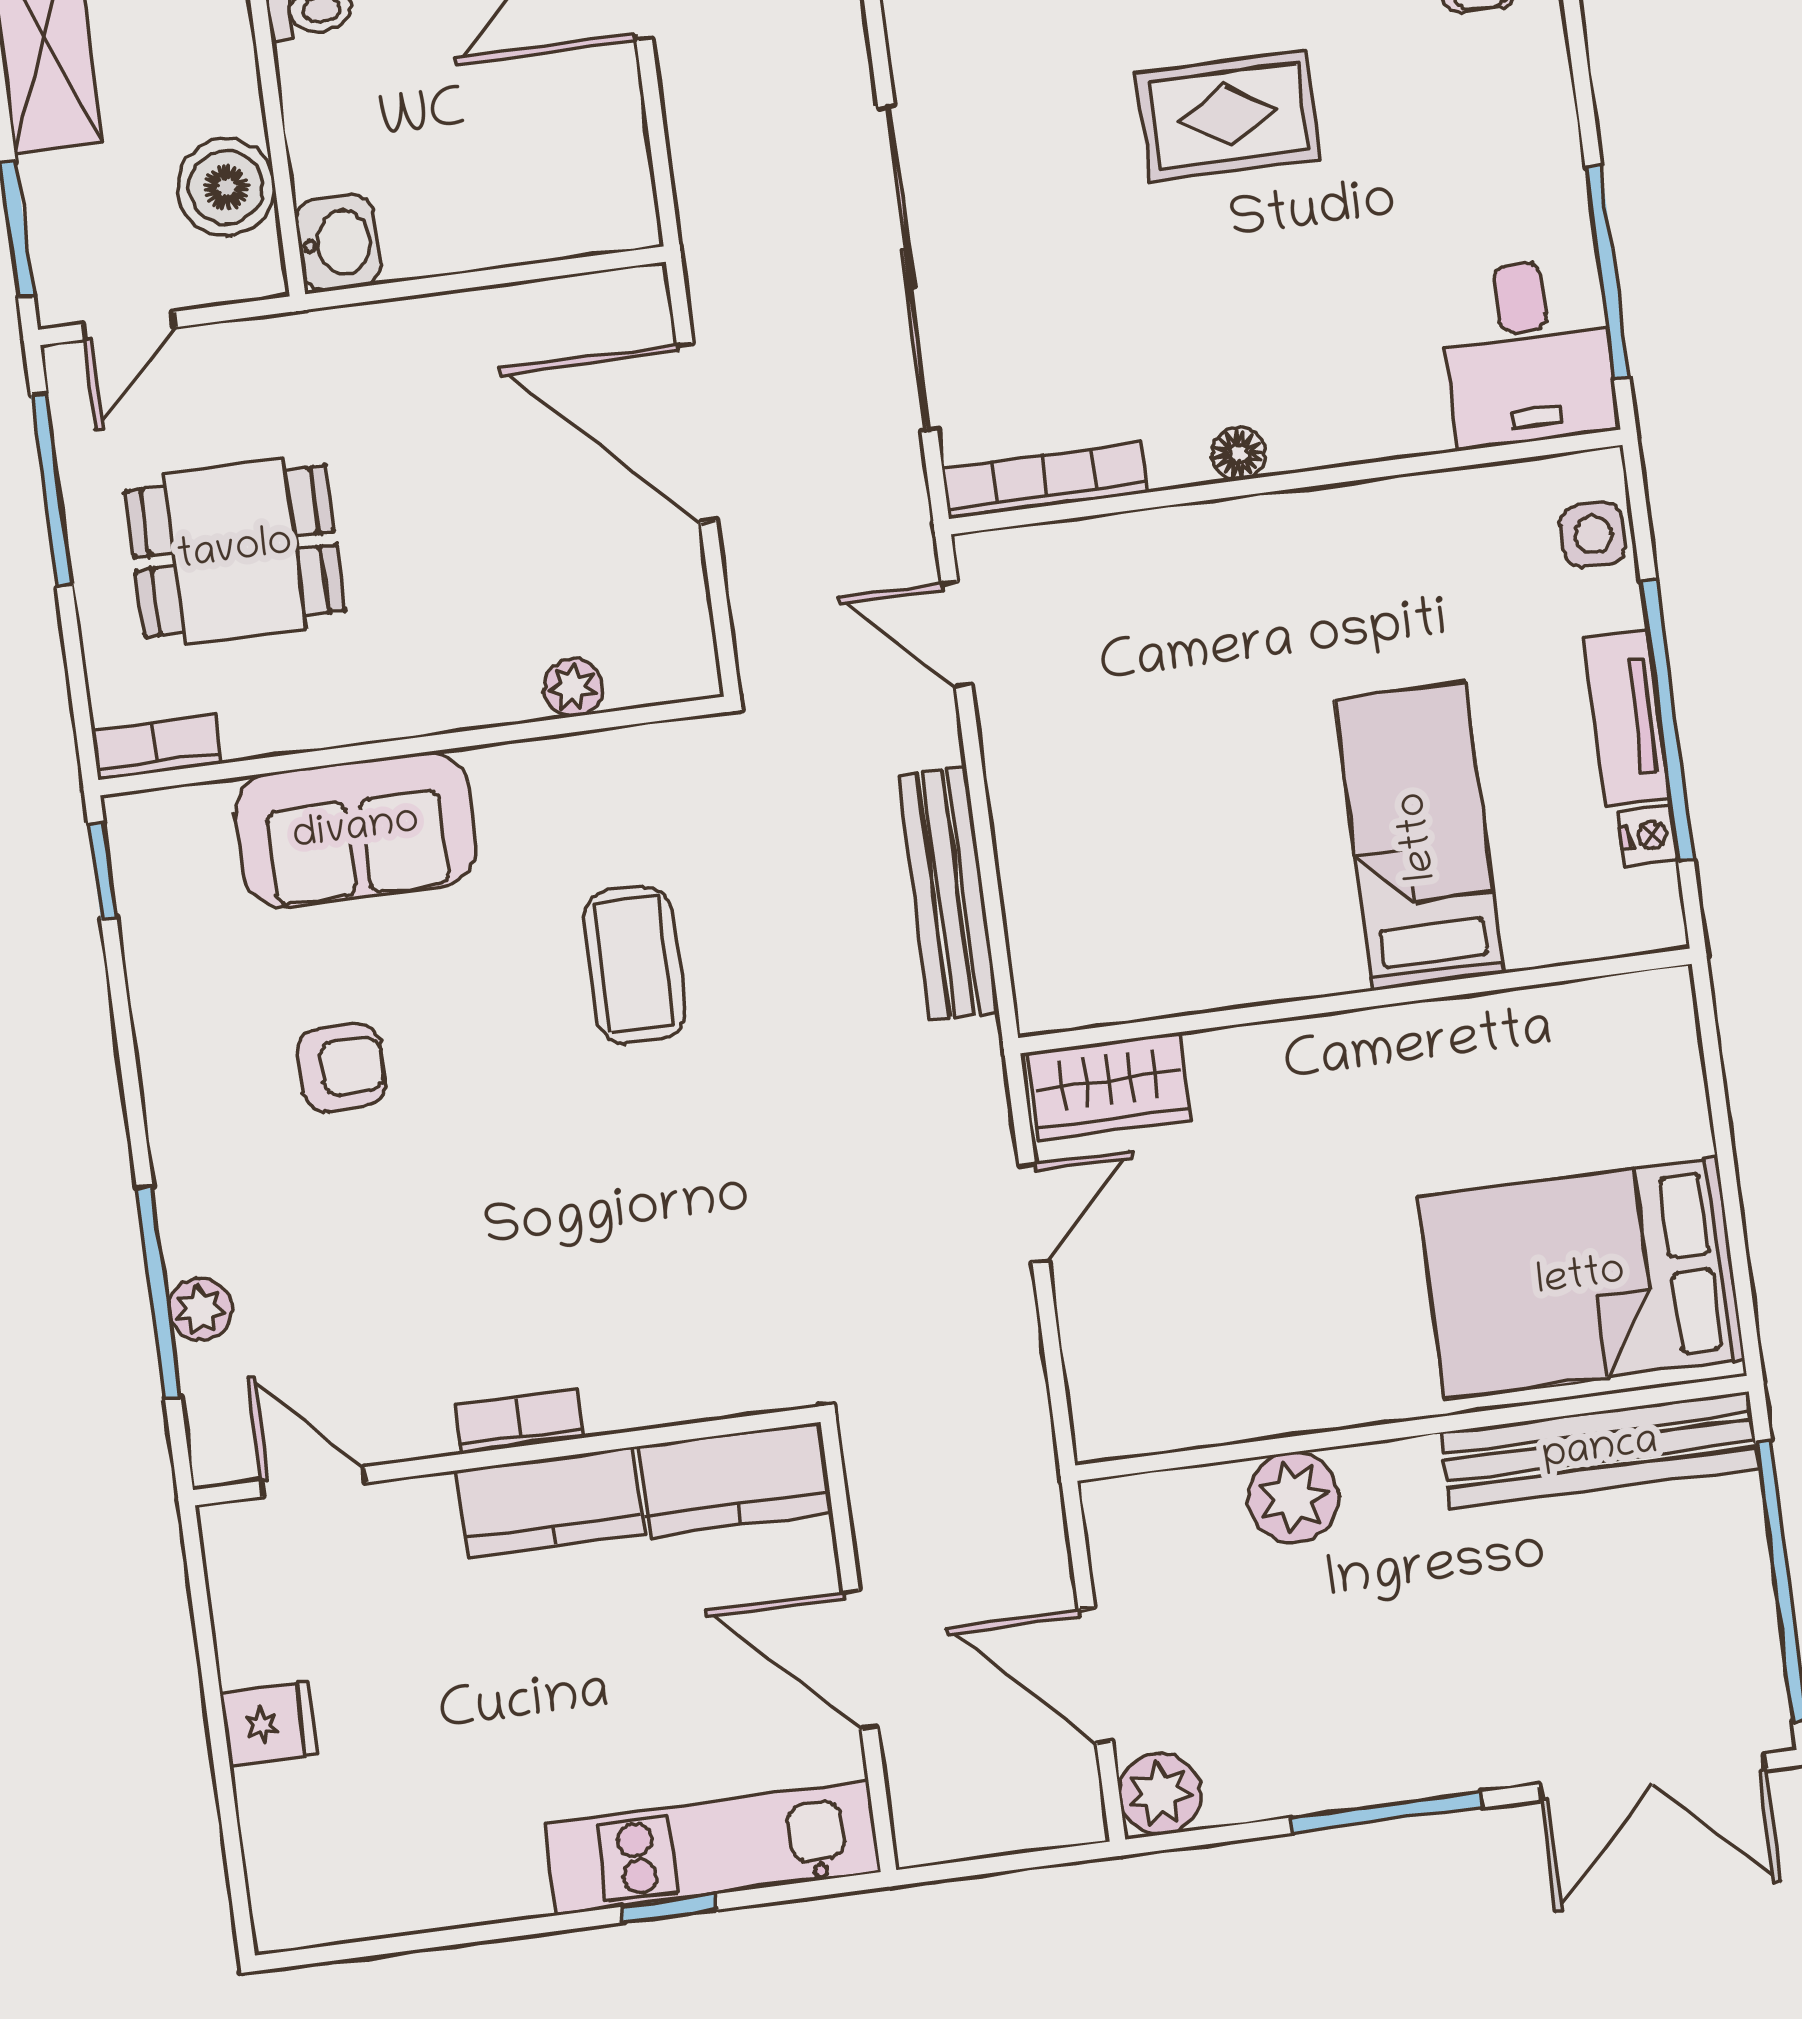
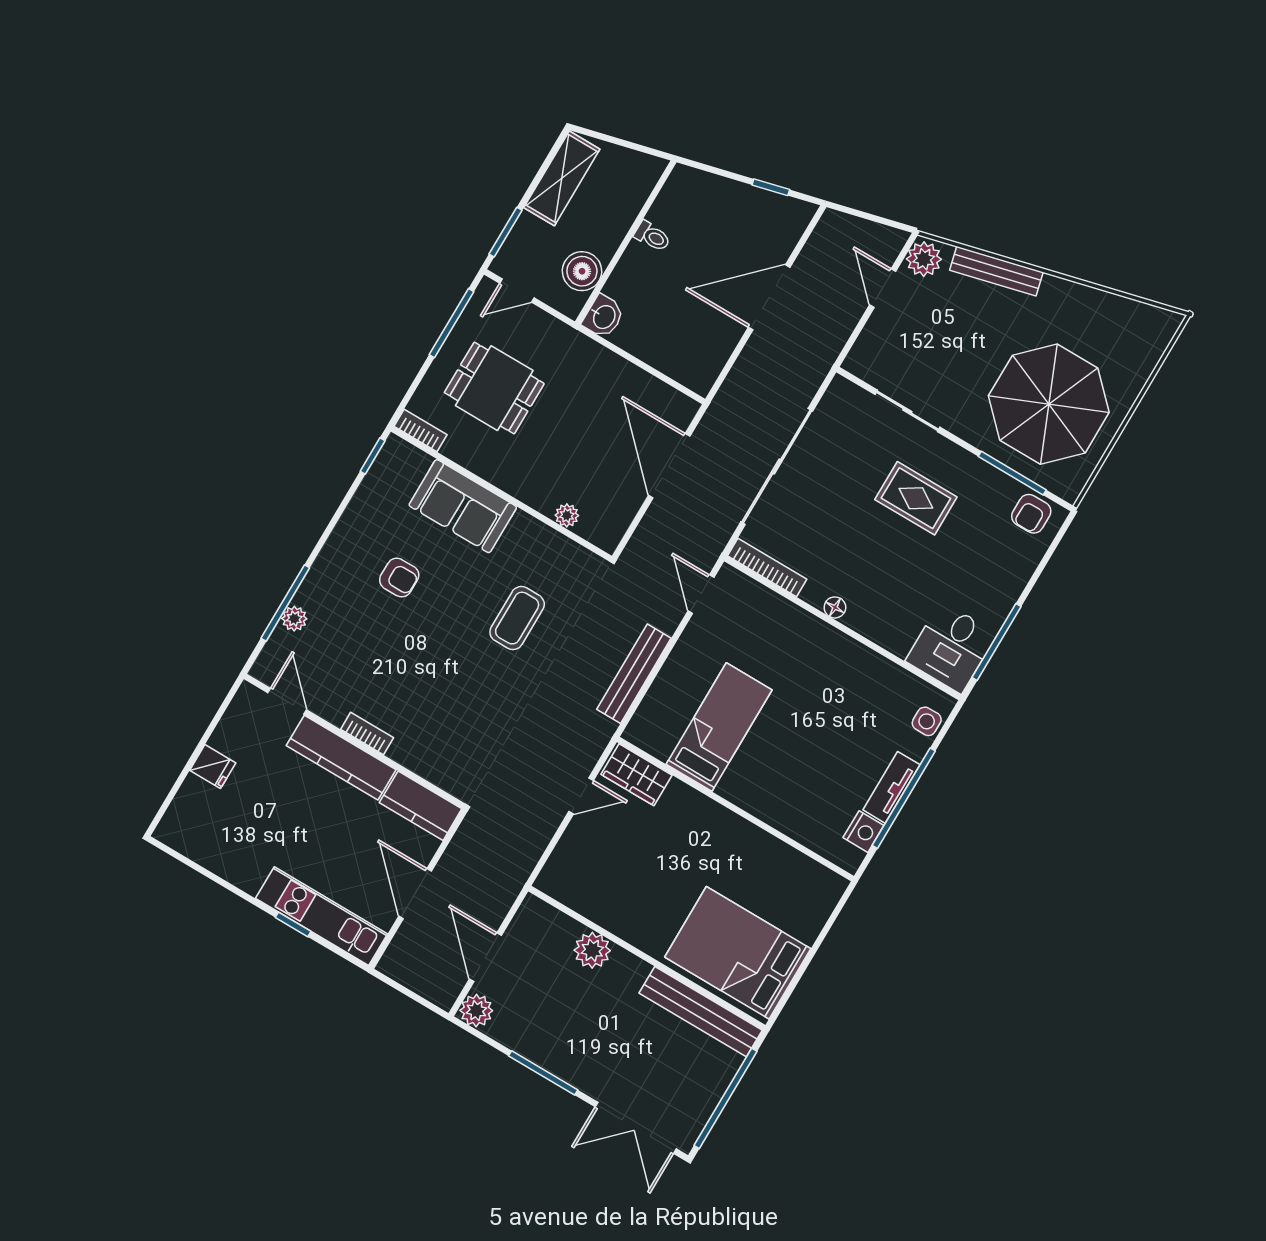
nightstand: (1648, 835) -> (863, 832), width x1.39, depth x1.35
bed: (1419, 836) -> (719, 727), moved
kitchen counter: (550, 1503) -> (341, 758), width x1.50

